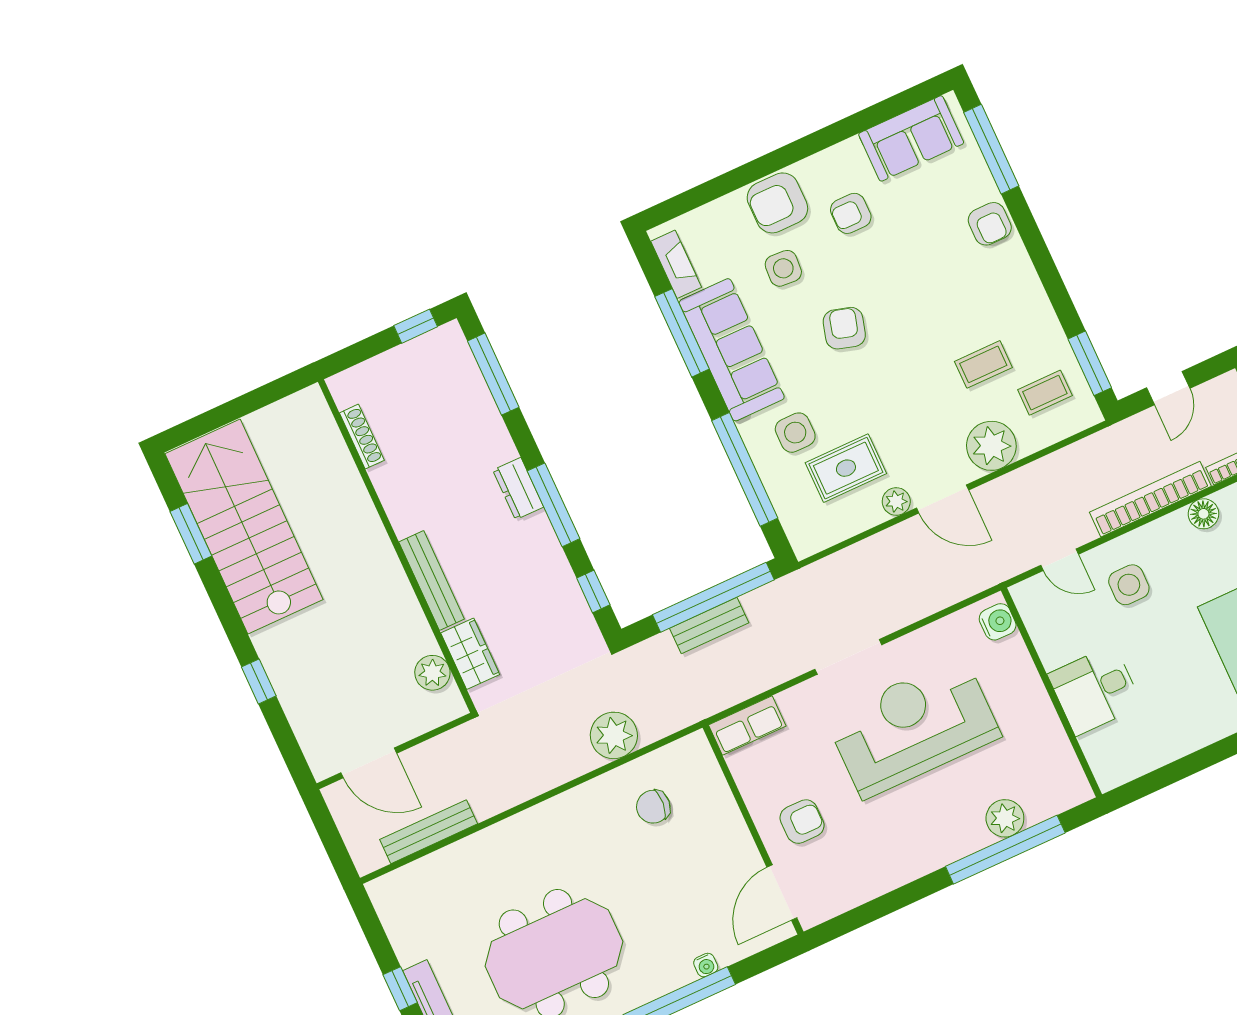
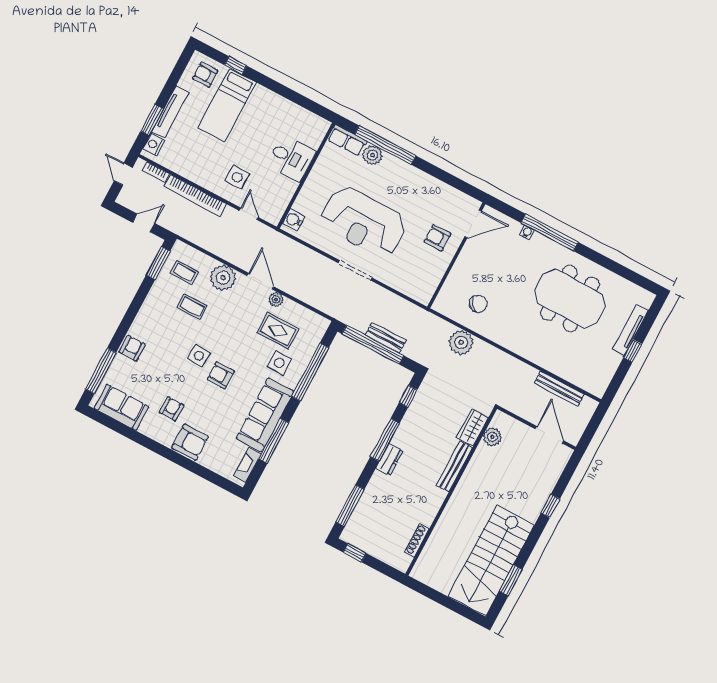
armchair: (851, 213) -> (171, 409), turned -90
side table: (783, 268) -> (199, 356), moved
armchair: (844, 328) -> (221, 375), turned 74
floor lamp: (1203, 514) -> (184, 169), removed
row of seats: (747, 725) -> (347, 140), moved, turned 180
chair: (653, 807) -> (478, 304), turned -46

